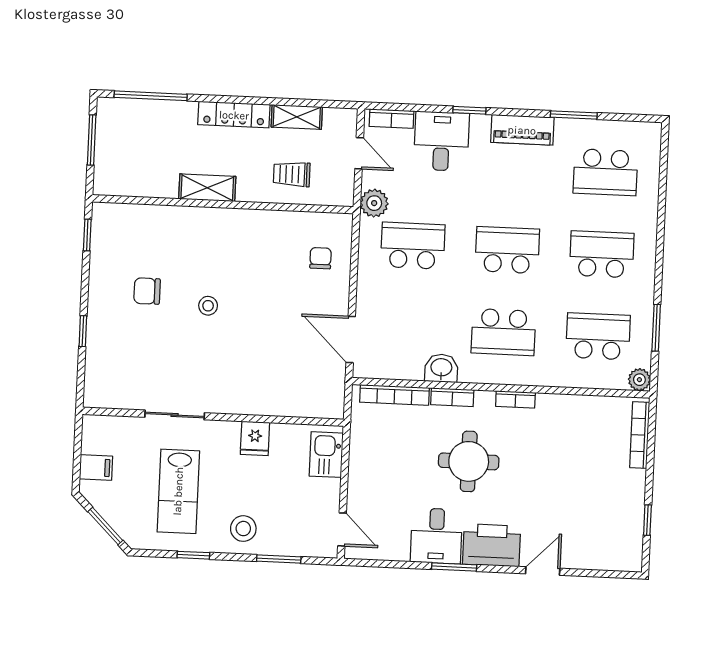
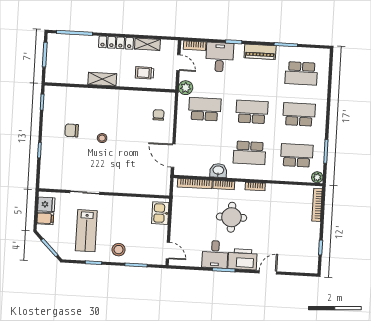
fridge: (255, 438) -> (46, 204), moved, turned -90

